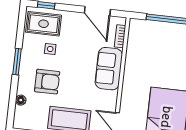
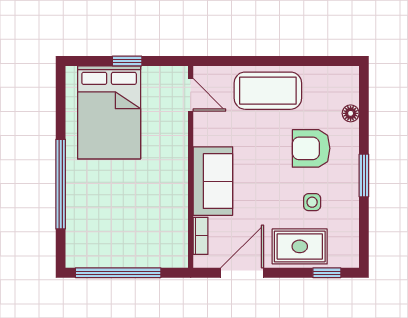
door: (97, 11) -> (242, 273), hinge flipped
rug: (44, 24) -> (300, 246), moved

